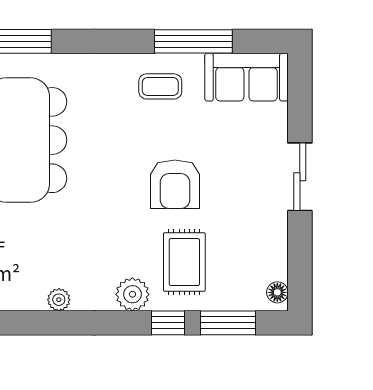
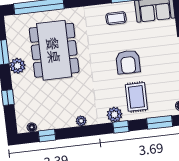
window: (168, 323) -> (121, 127), moved

